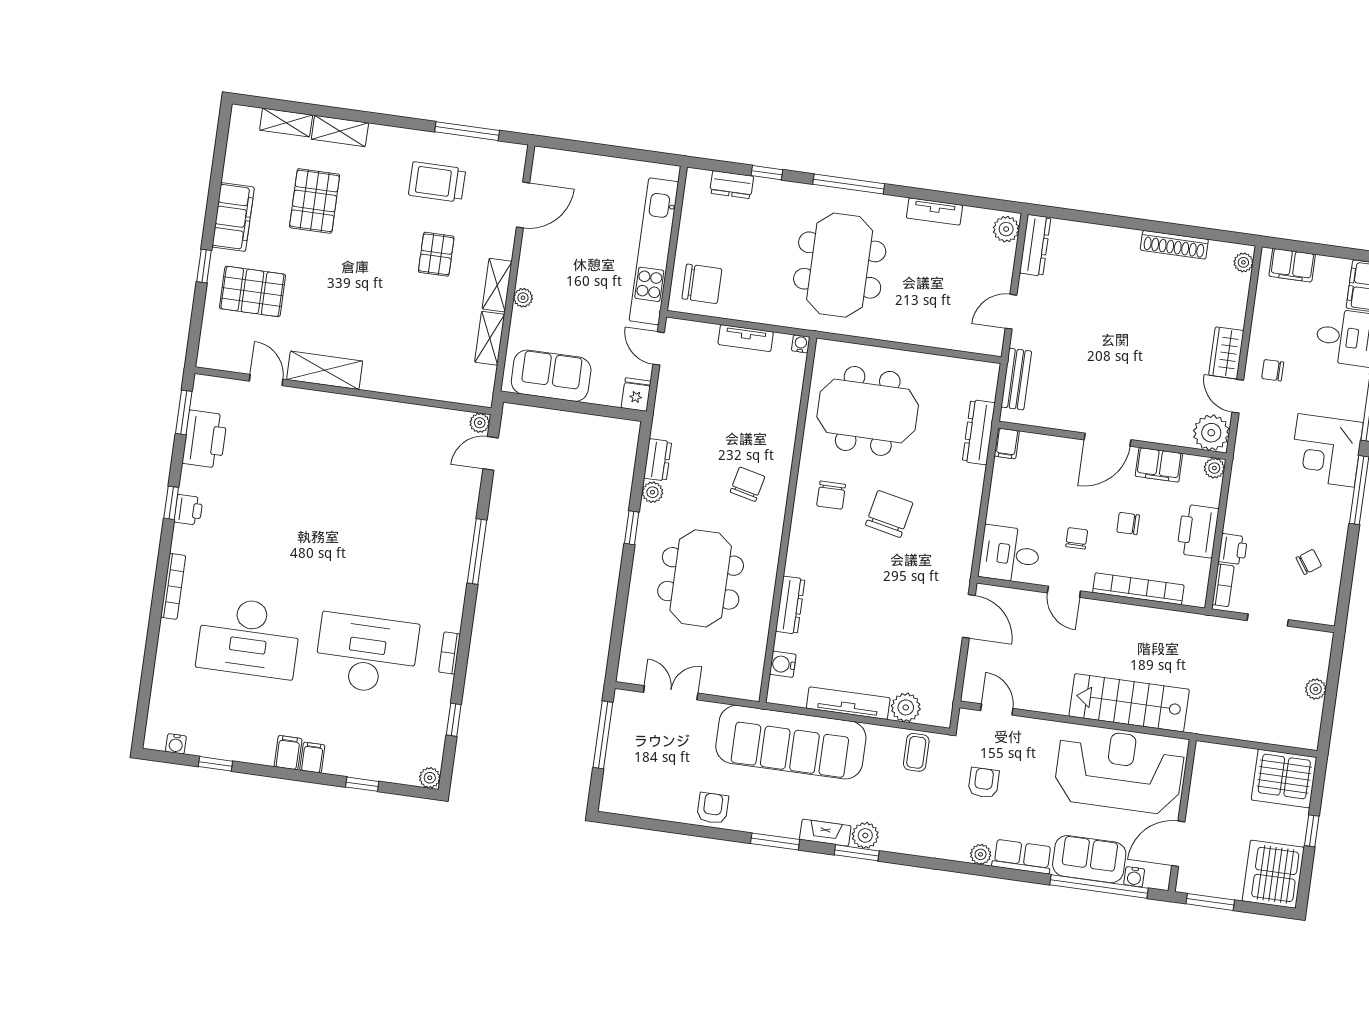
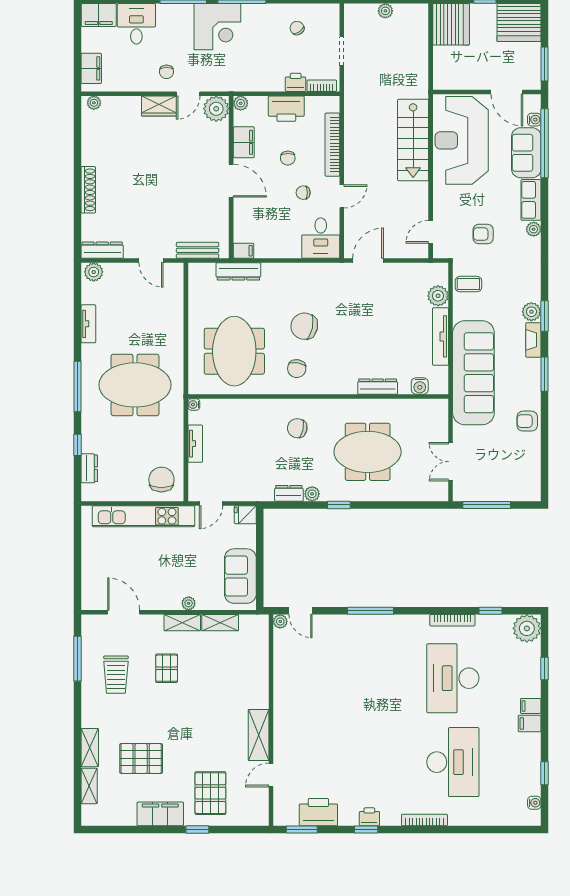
shoe rack: (1174, 245) -> (88, 190), moved
pallet: (436, 254) -> (167, 668), turned 90
chair: (831, 495) -> (297, 369), turned 100
bookcase: (449, 653) -> (452, 620), width x1.56
plant: (430, 778) -> (527, 628), width x1.87, depth x1.87

